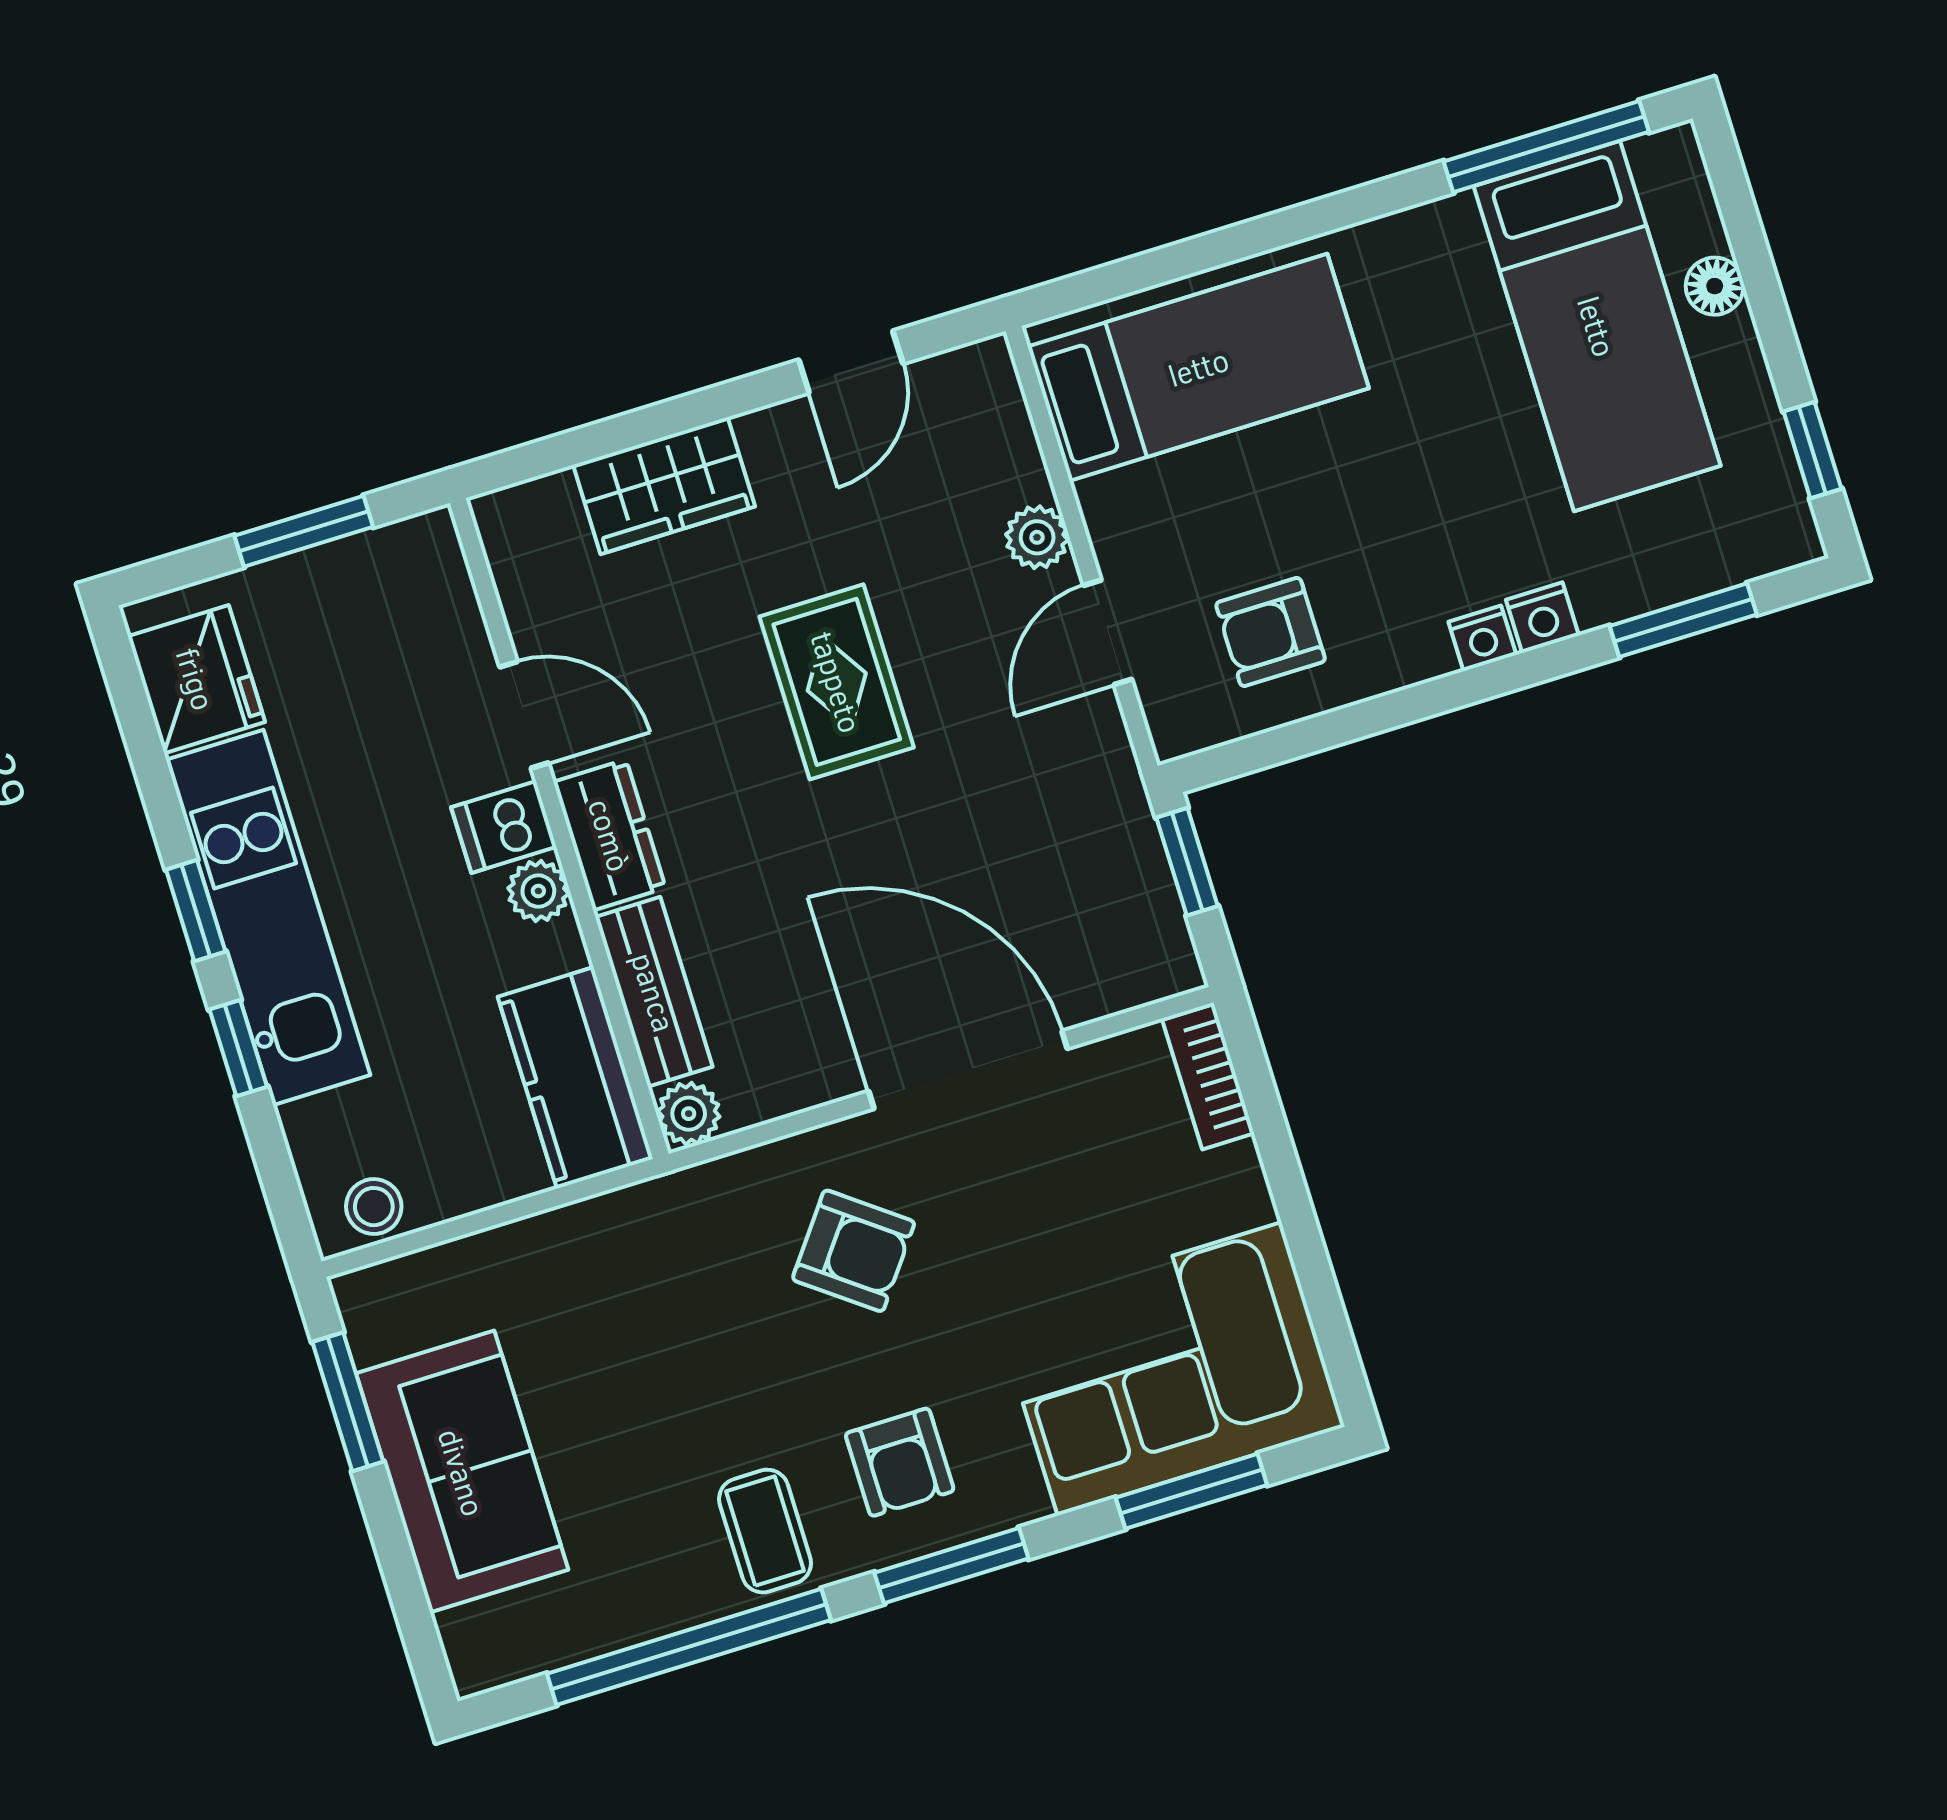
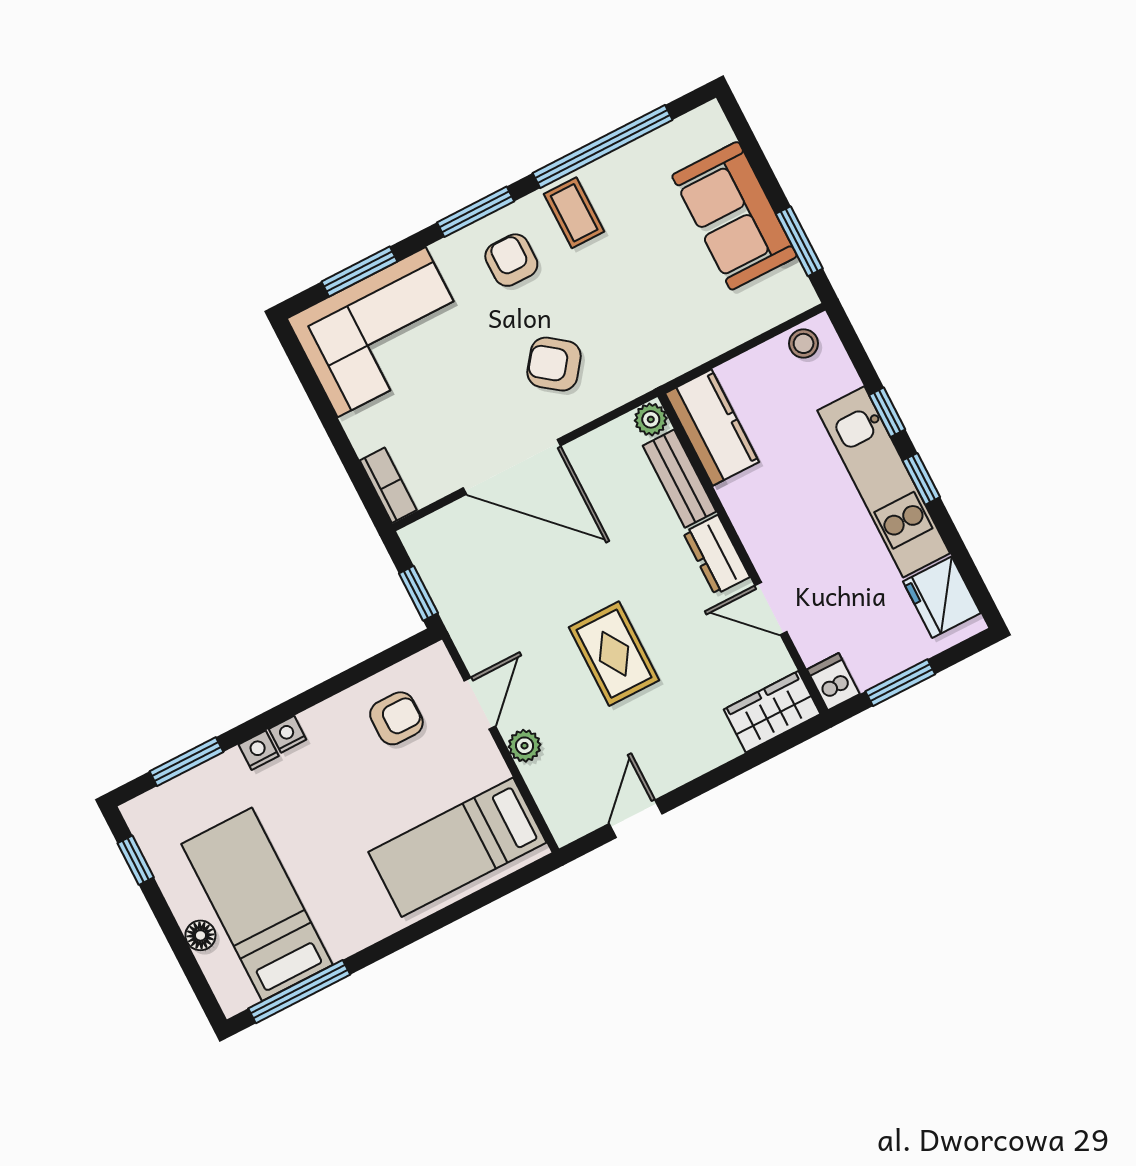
wardrobe: (664, 486) -> (772, 712), moved
dishwasher: (504, 827) -> (833, 682), moved, turned -90
plant: (538, 891) -> (748, 520), removed

